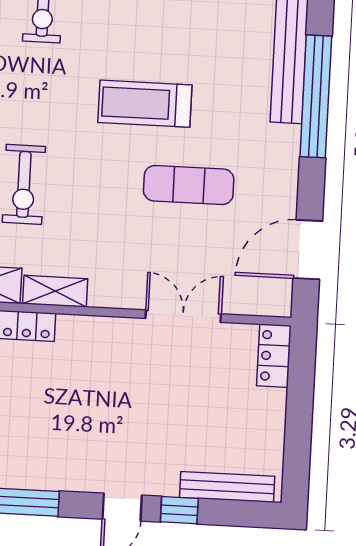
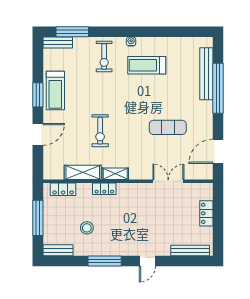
treadmill: (145, 104) -> (147, 65), moved
locker: (274, 356) -> (206, 213), moved
window: (179, 510) -> (171, 261), removed

